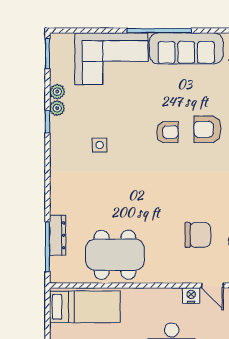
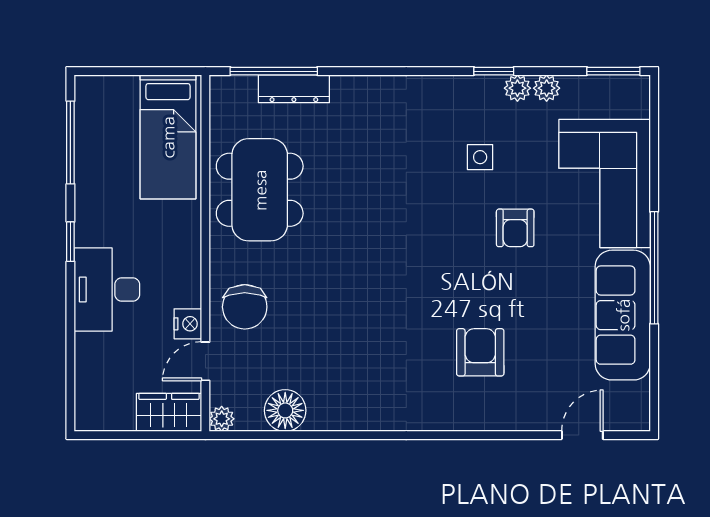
armchair: (167, 132) -> (515, 228), moved
side table: (100, 145) -> (480, 157), moved
chair: (198, 235) -> (245, 307), moved

